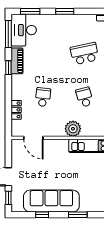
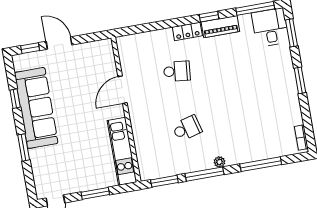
desk: (24, 30) -> (270, 27), width x0.73
school desk: (85, 54) -> (247, 118), removed
locker: (16, 110) -> (187, 31), moved
plant: (73, 129) -> (141, 120), removed
door: (33, 138) -> (122, 90), moved

